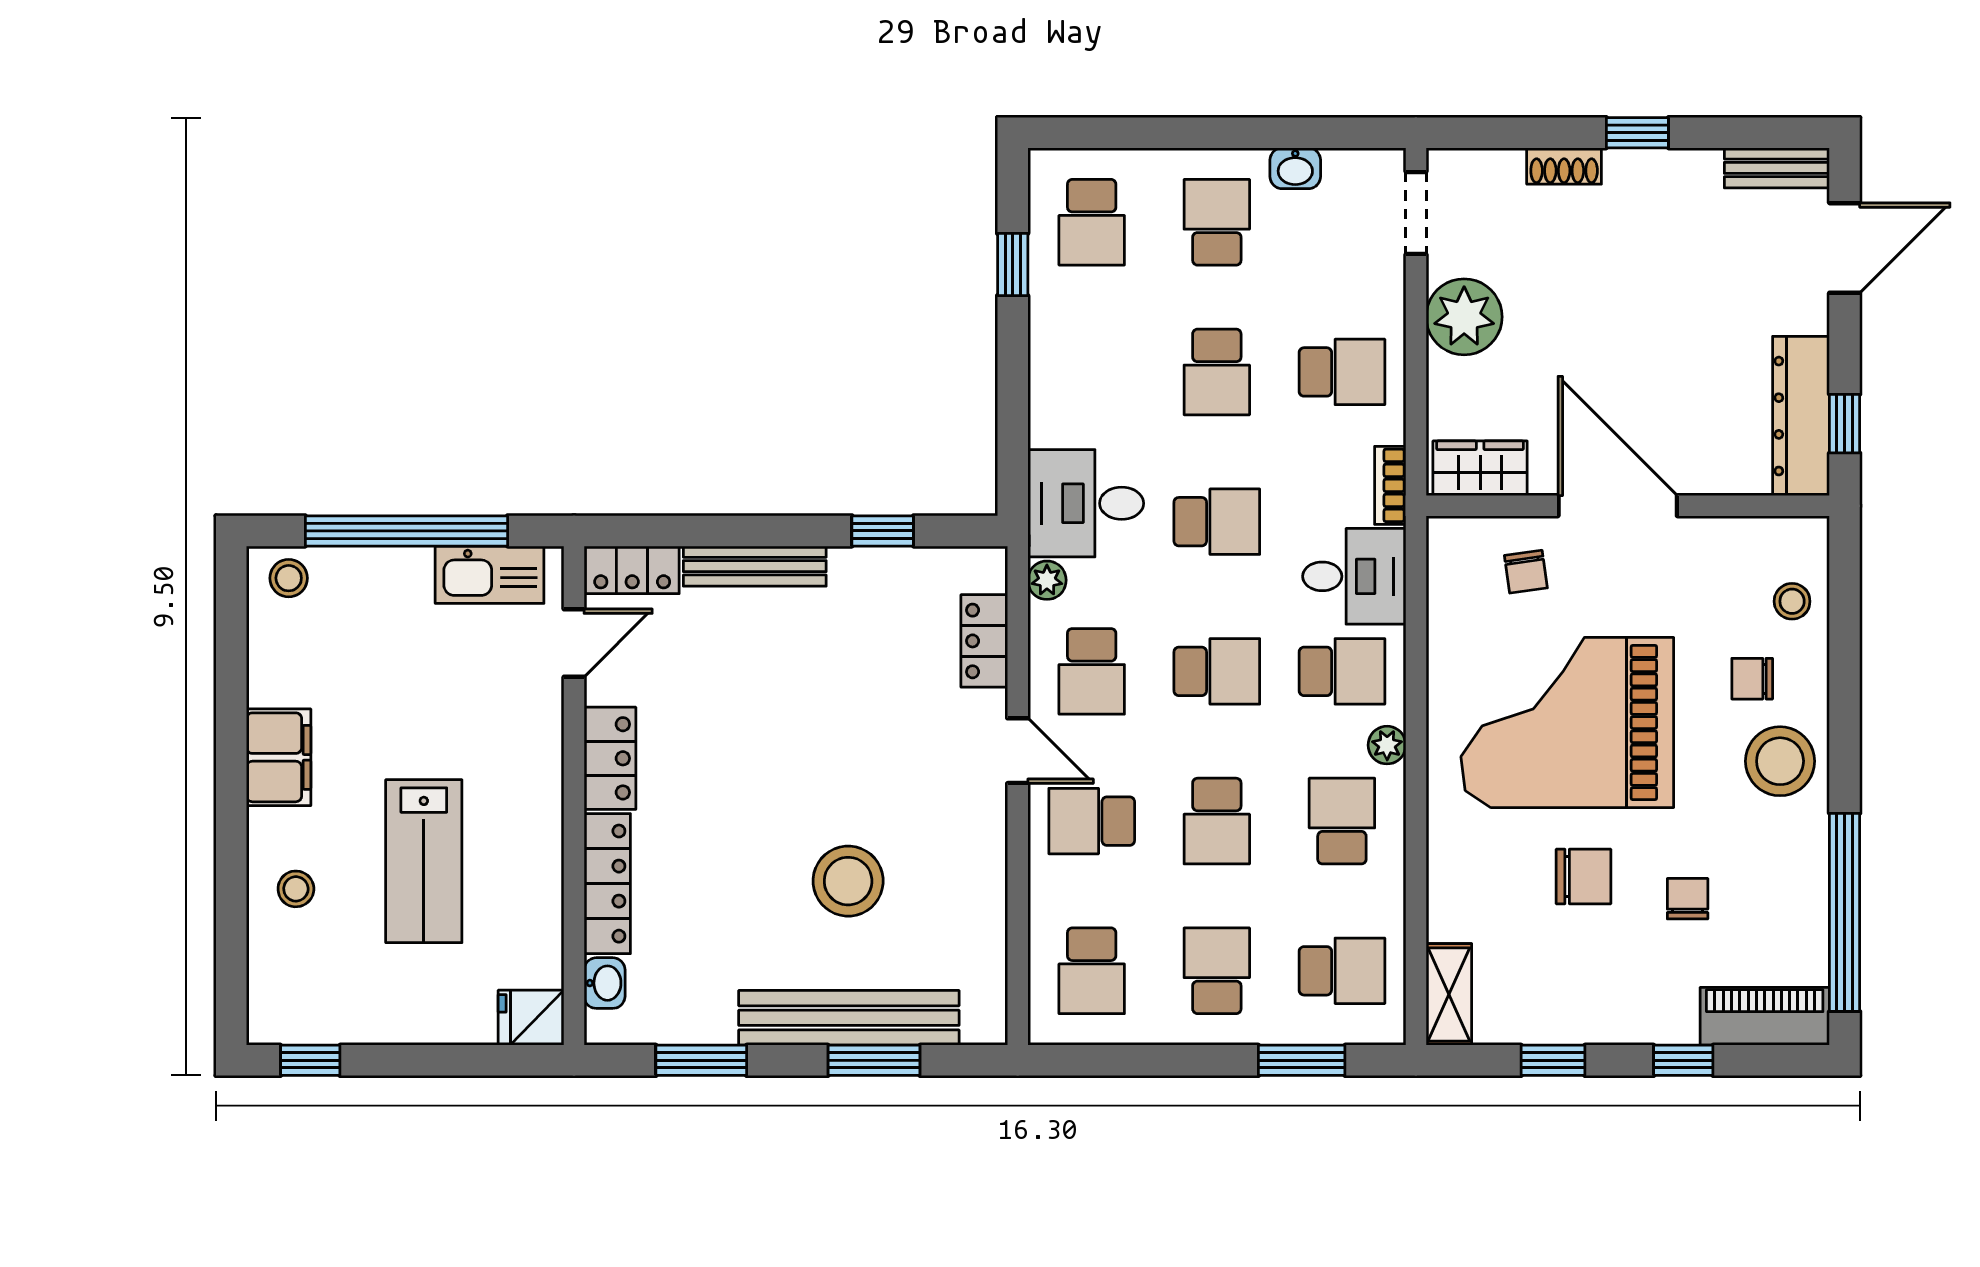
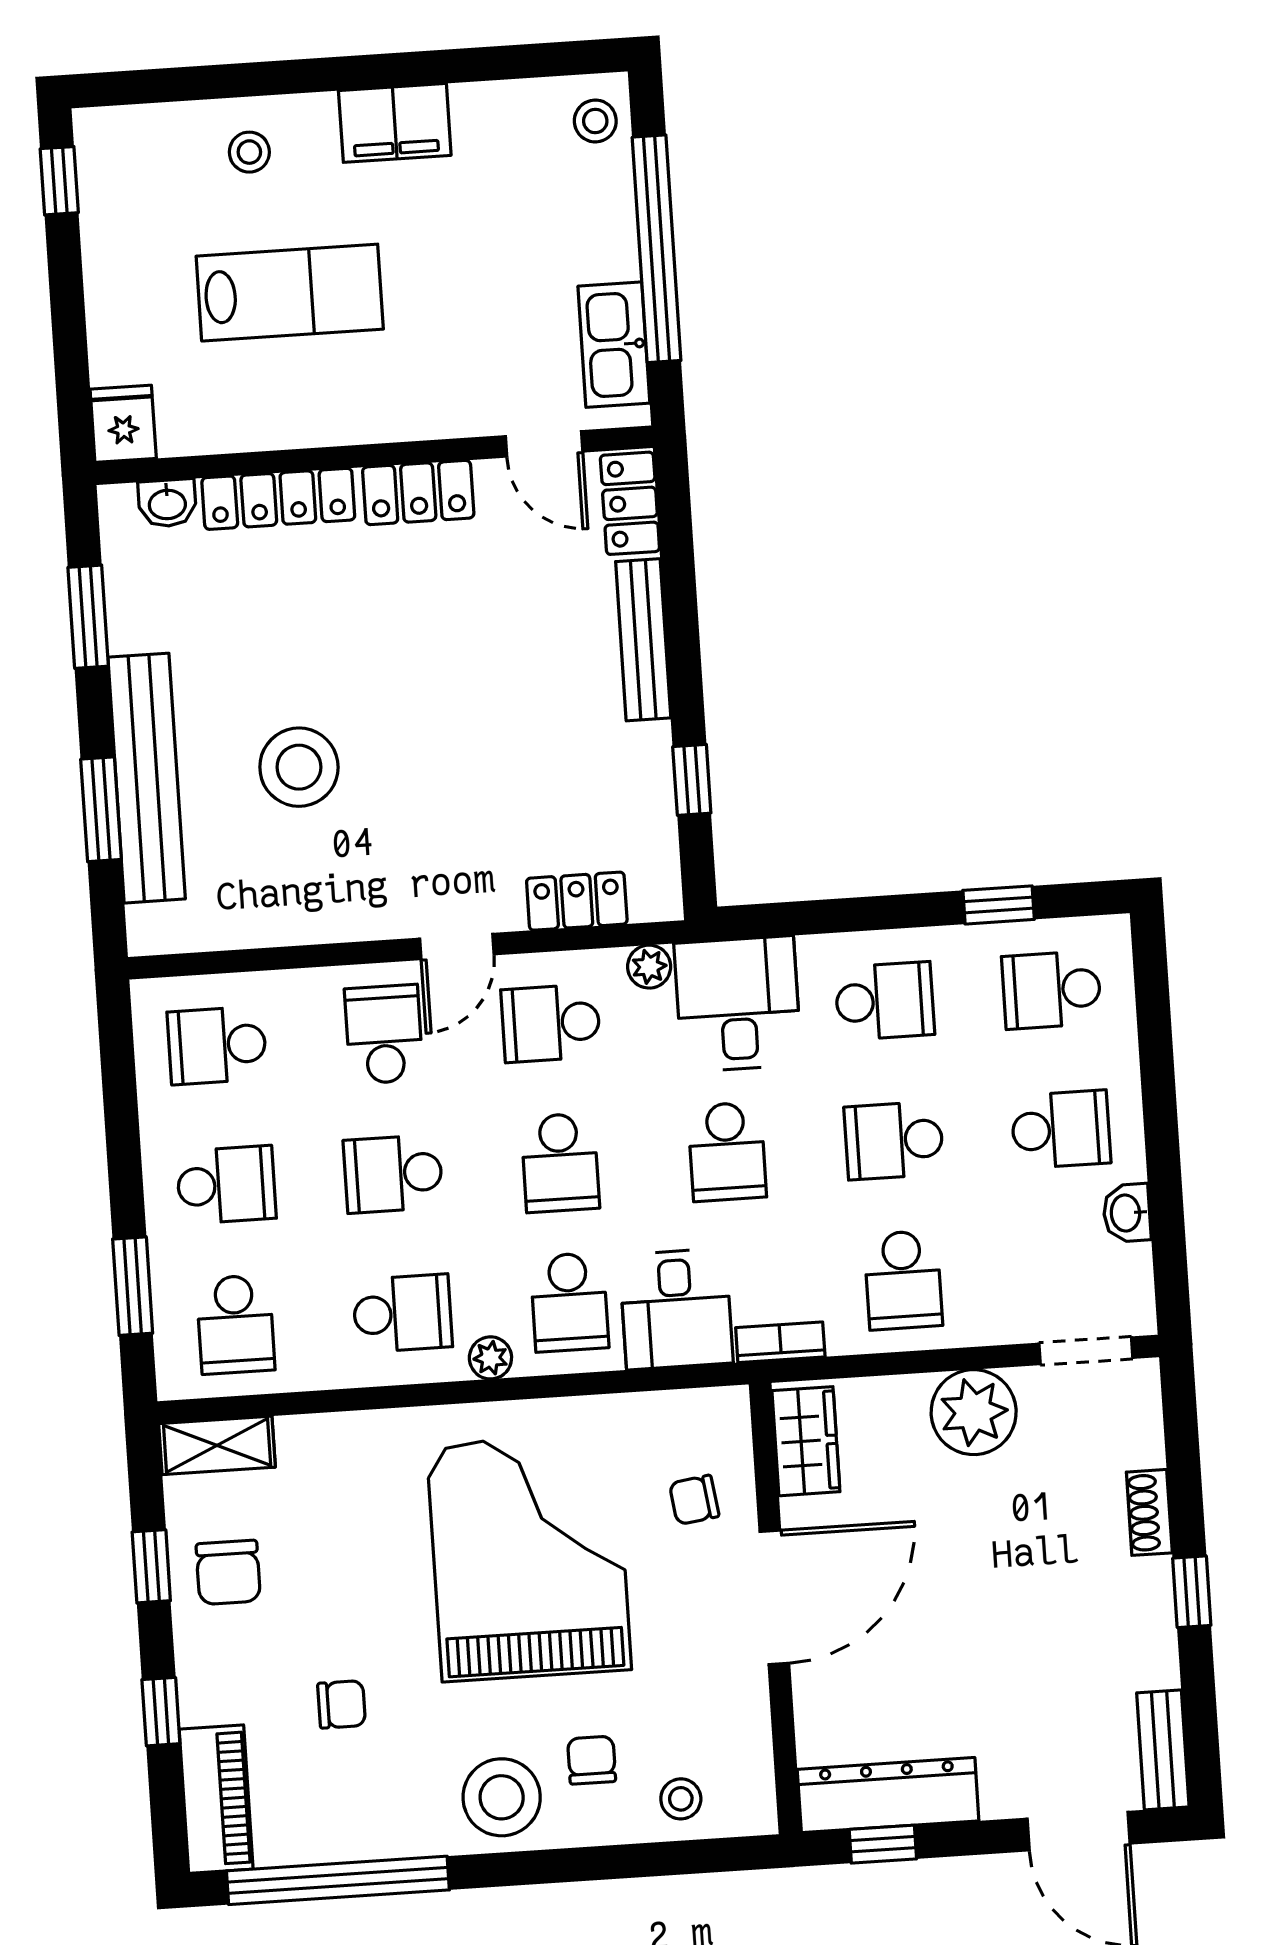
school desk: (1092, 372) -> (885, 1001), added
lab bench: (424, 861) -> (290, 293), turned 180
chair: (1583, 877) -> (228, 1572), moved

